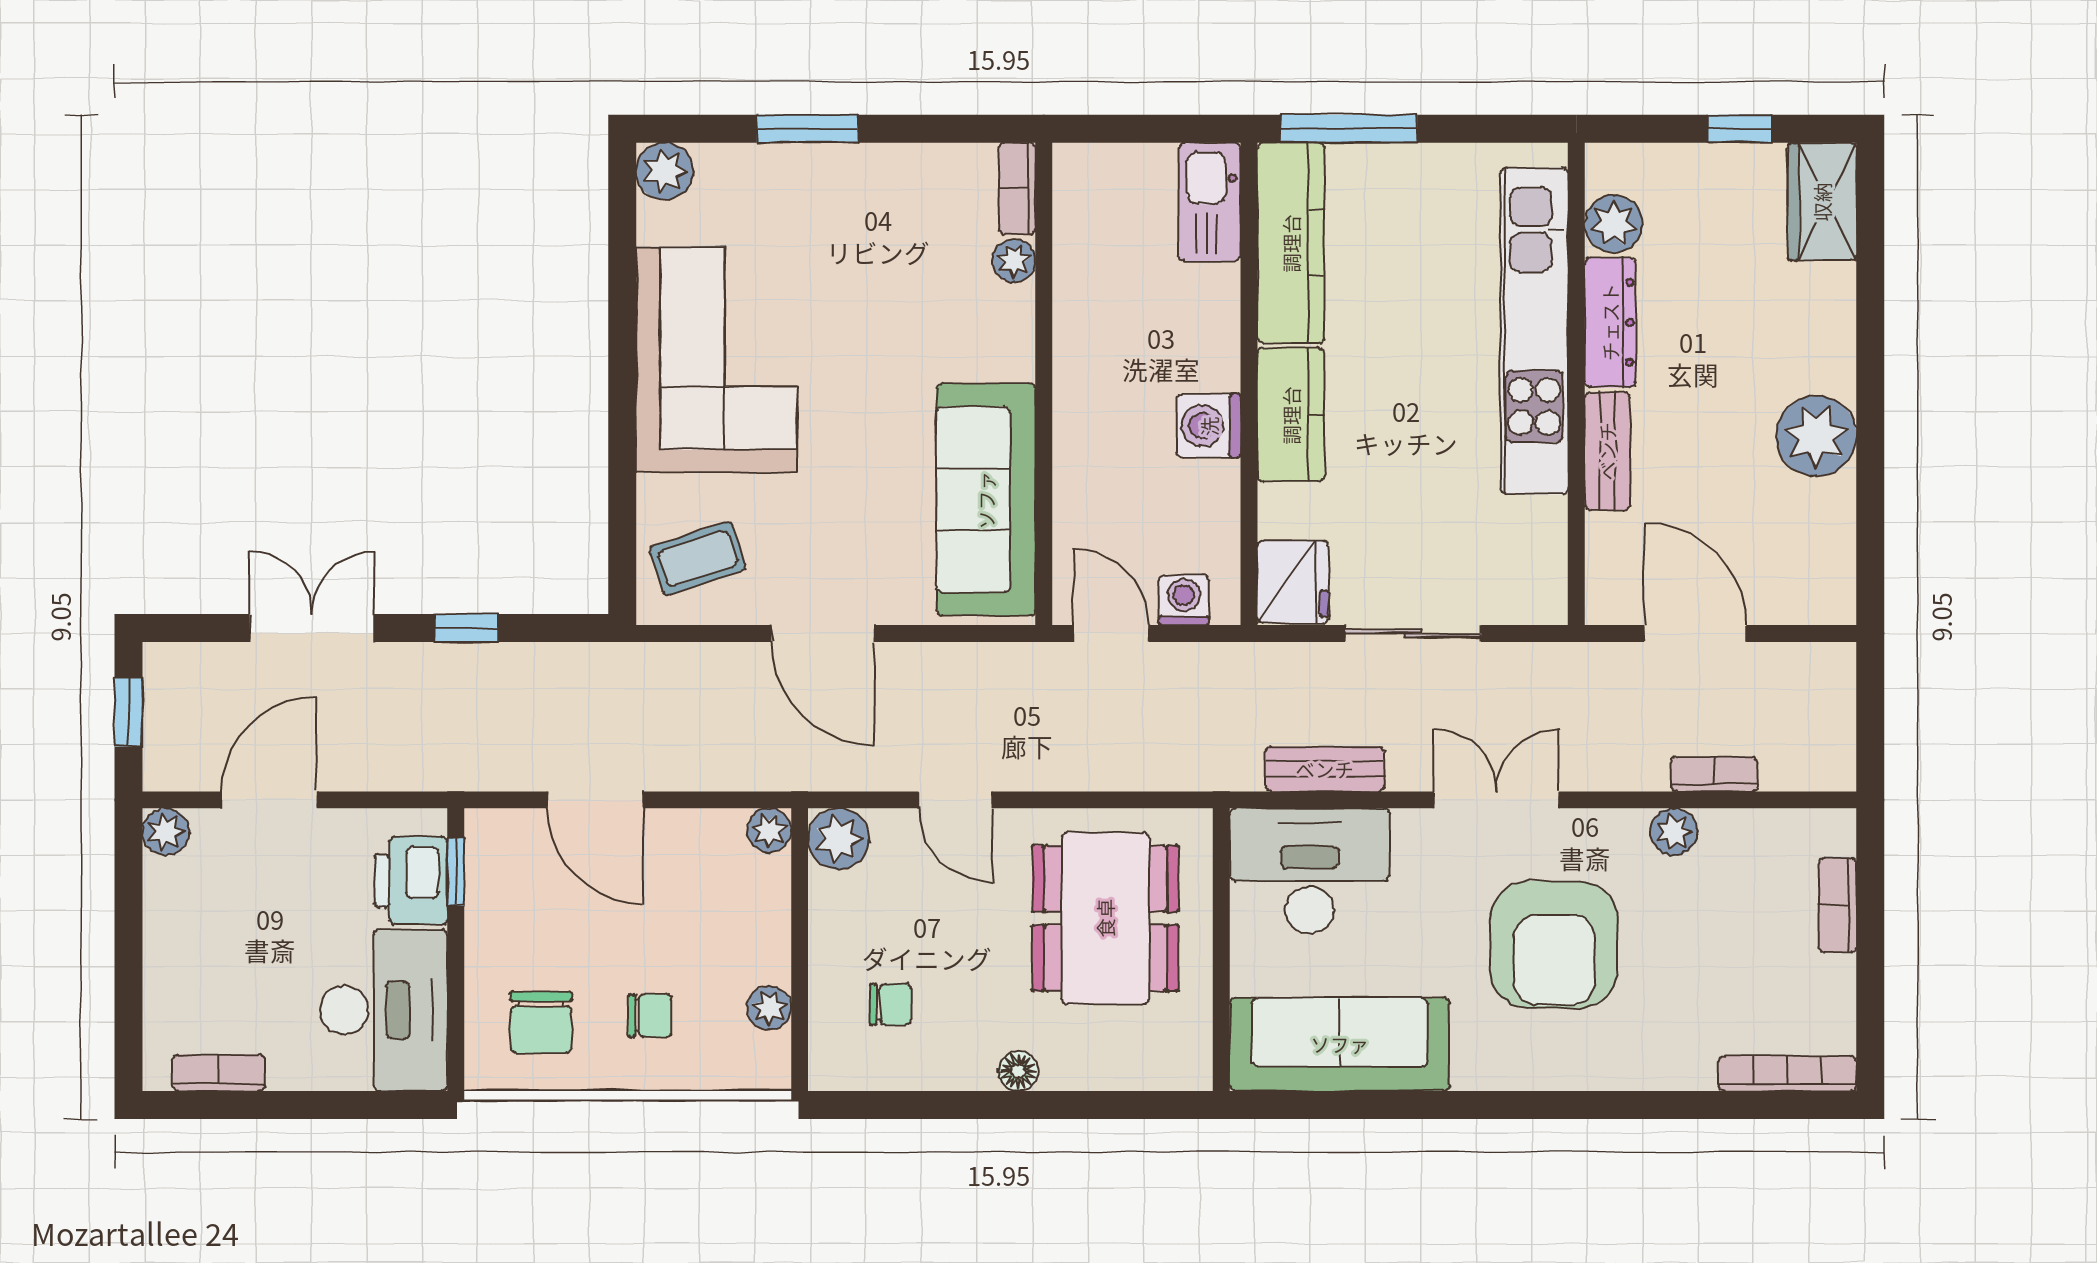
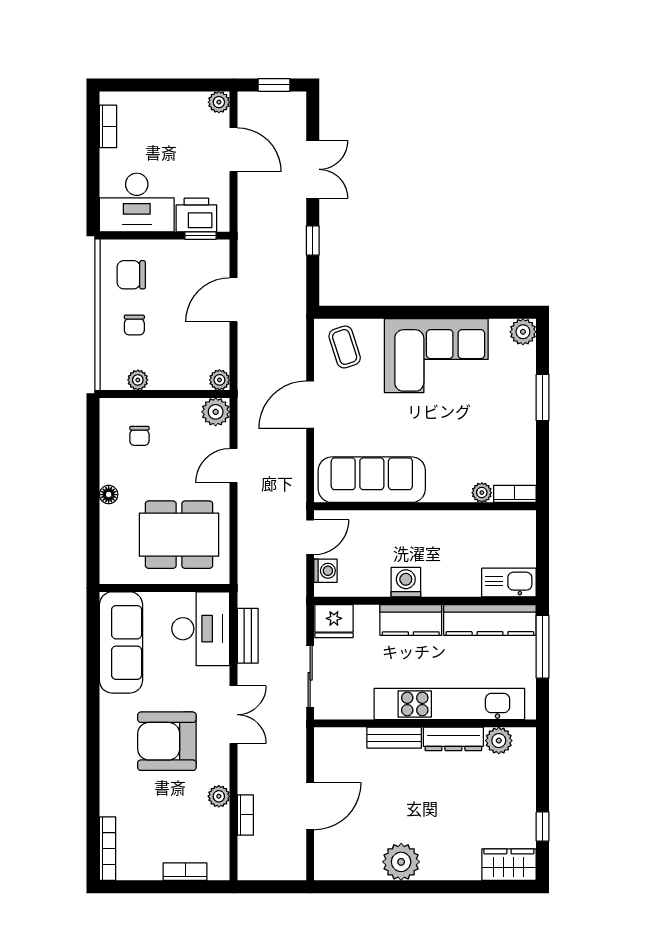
plant: (1614, 224) -> (499, 741), moved
dresser: (1610, 322) -> (453, 739), moved
kitchen unit: (1534, 331) -> (449, 704), moved
wall: (1576, 384) -> (425, 723), moved
bench: (1607, 451) -> (394, 738), moved

